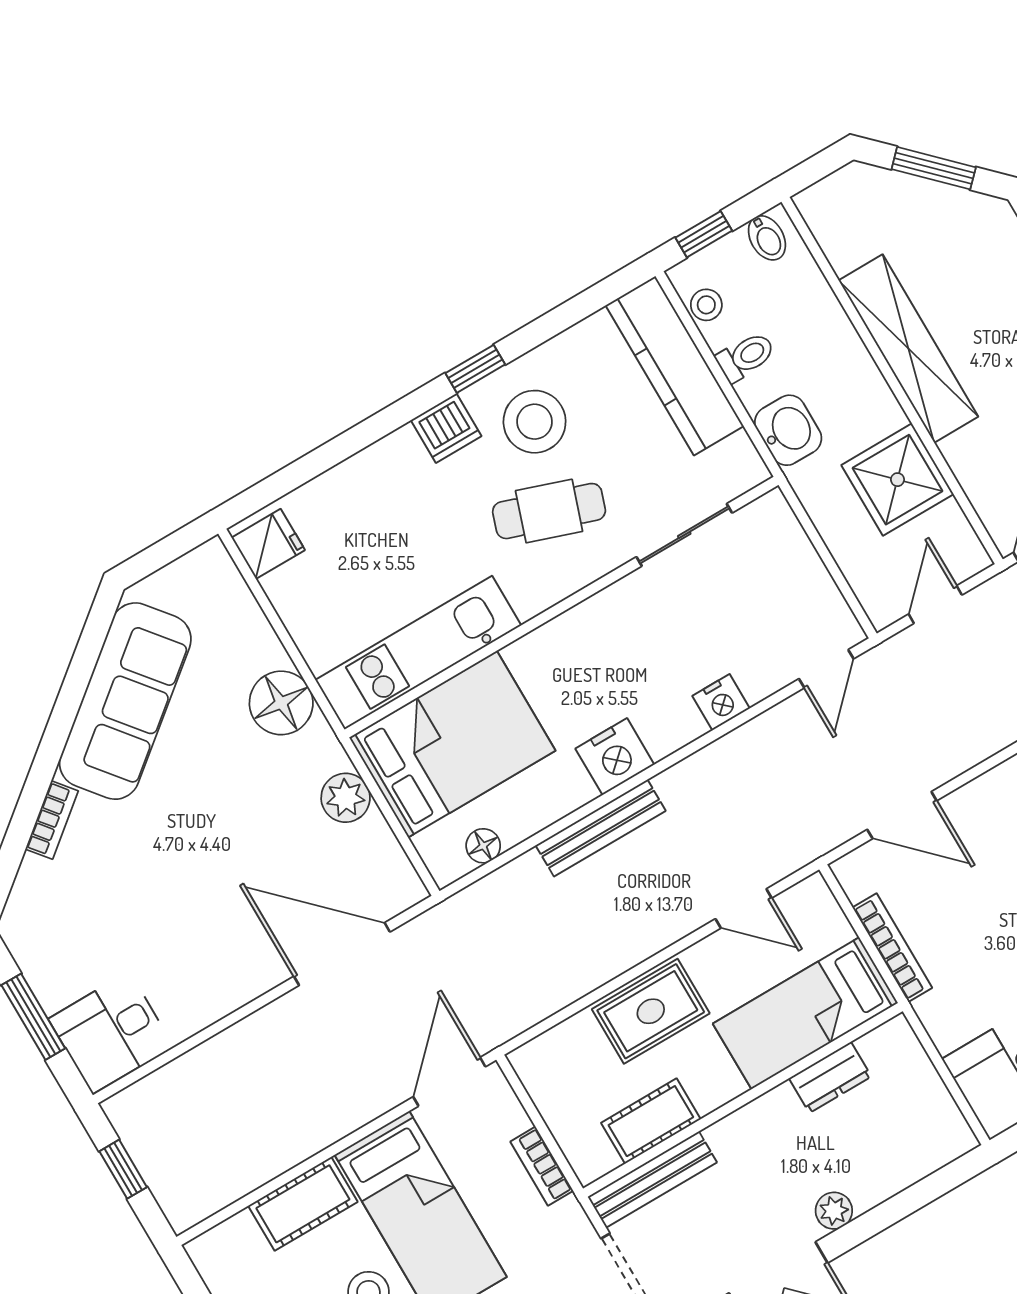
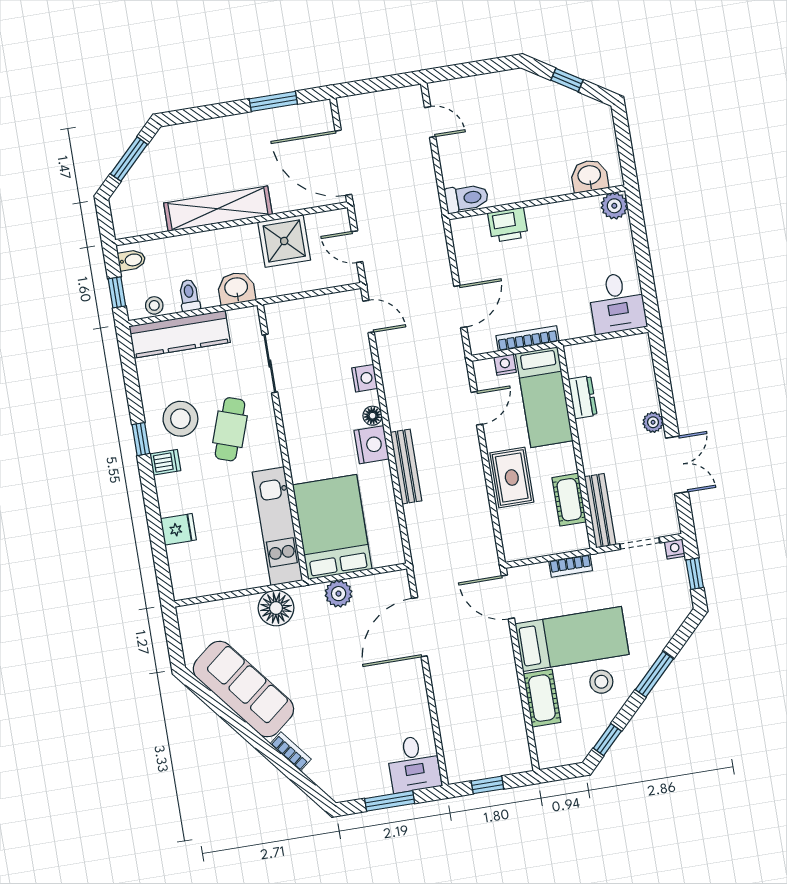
dishwasher: (446, 428) -> (165, 462), width x0.73
fridge: (268, 544) -> (178, 529), moved, turned 90
floor lamp: (483, 846) -> (373, 416), moved
nightstand: (834, 927) -> (505, 365), added

